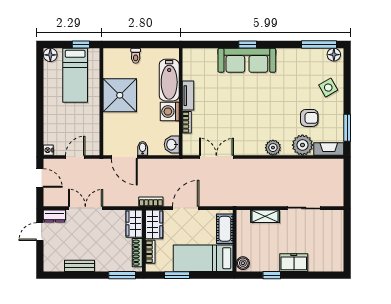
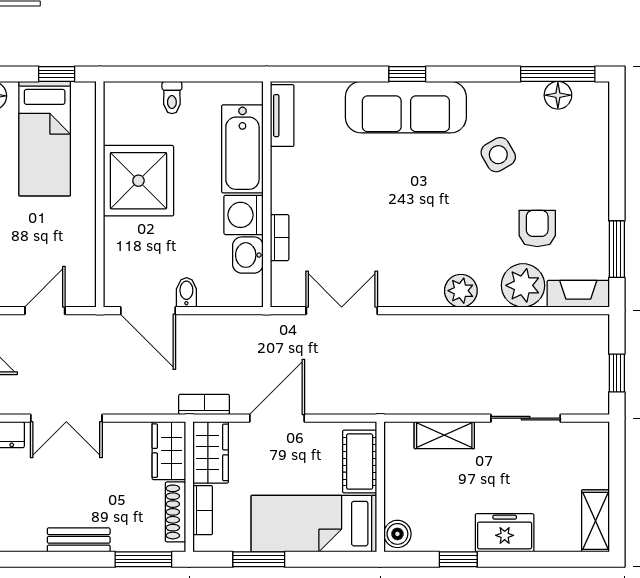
floor lamp: (334, 55) -> (558, 95), moved
side table: (328, 88) -> (498, 155), moved
tv unit: (188, 96) -> (282, 116), moved
armchair: (309, 118) -> (537, 228), turned -90
washbasin: (172, 145) -> (248, 255), moved
window: (347, 187) -> (617, 373), added
double door: (85, 208) -> (66, 418), swing flipped
shelving: (337, 257) -> (596, 521), added
bench: (80, 266) -> (79, 540), moved

